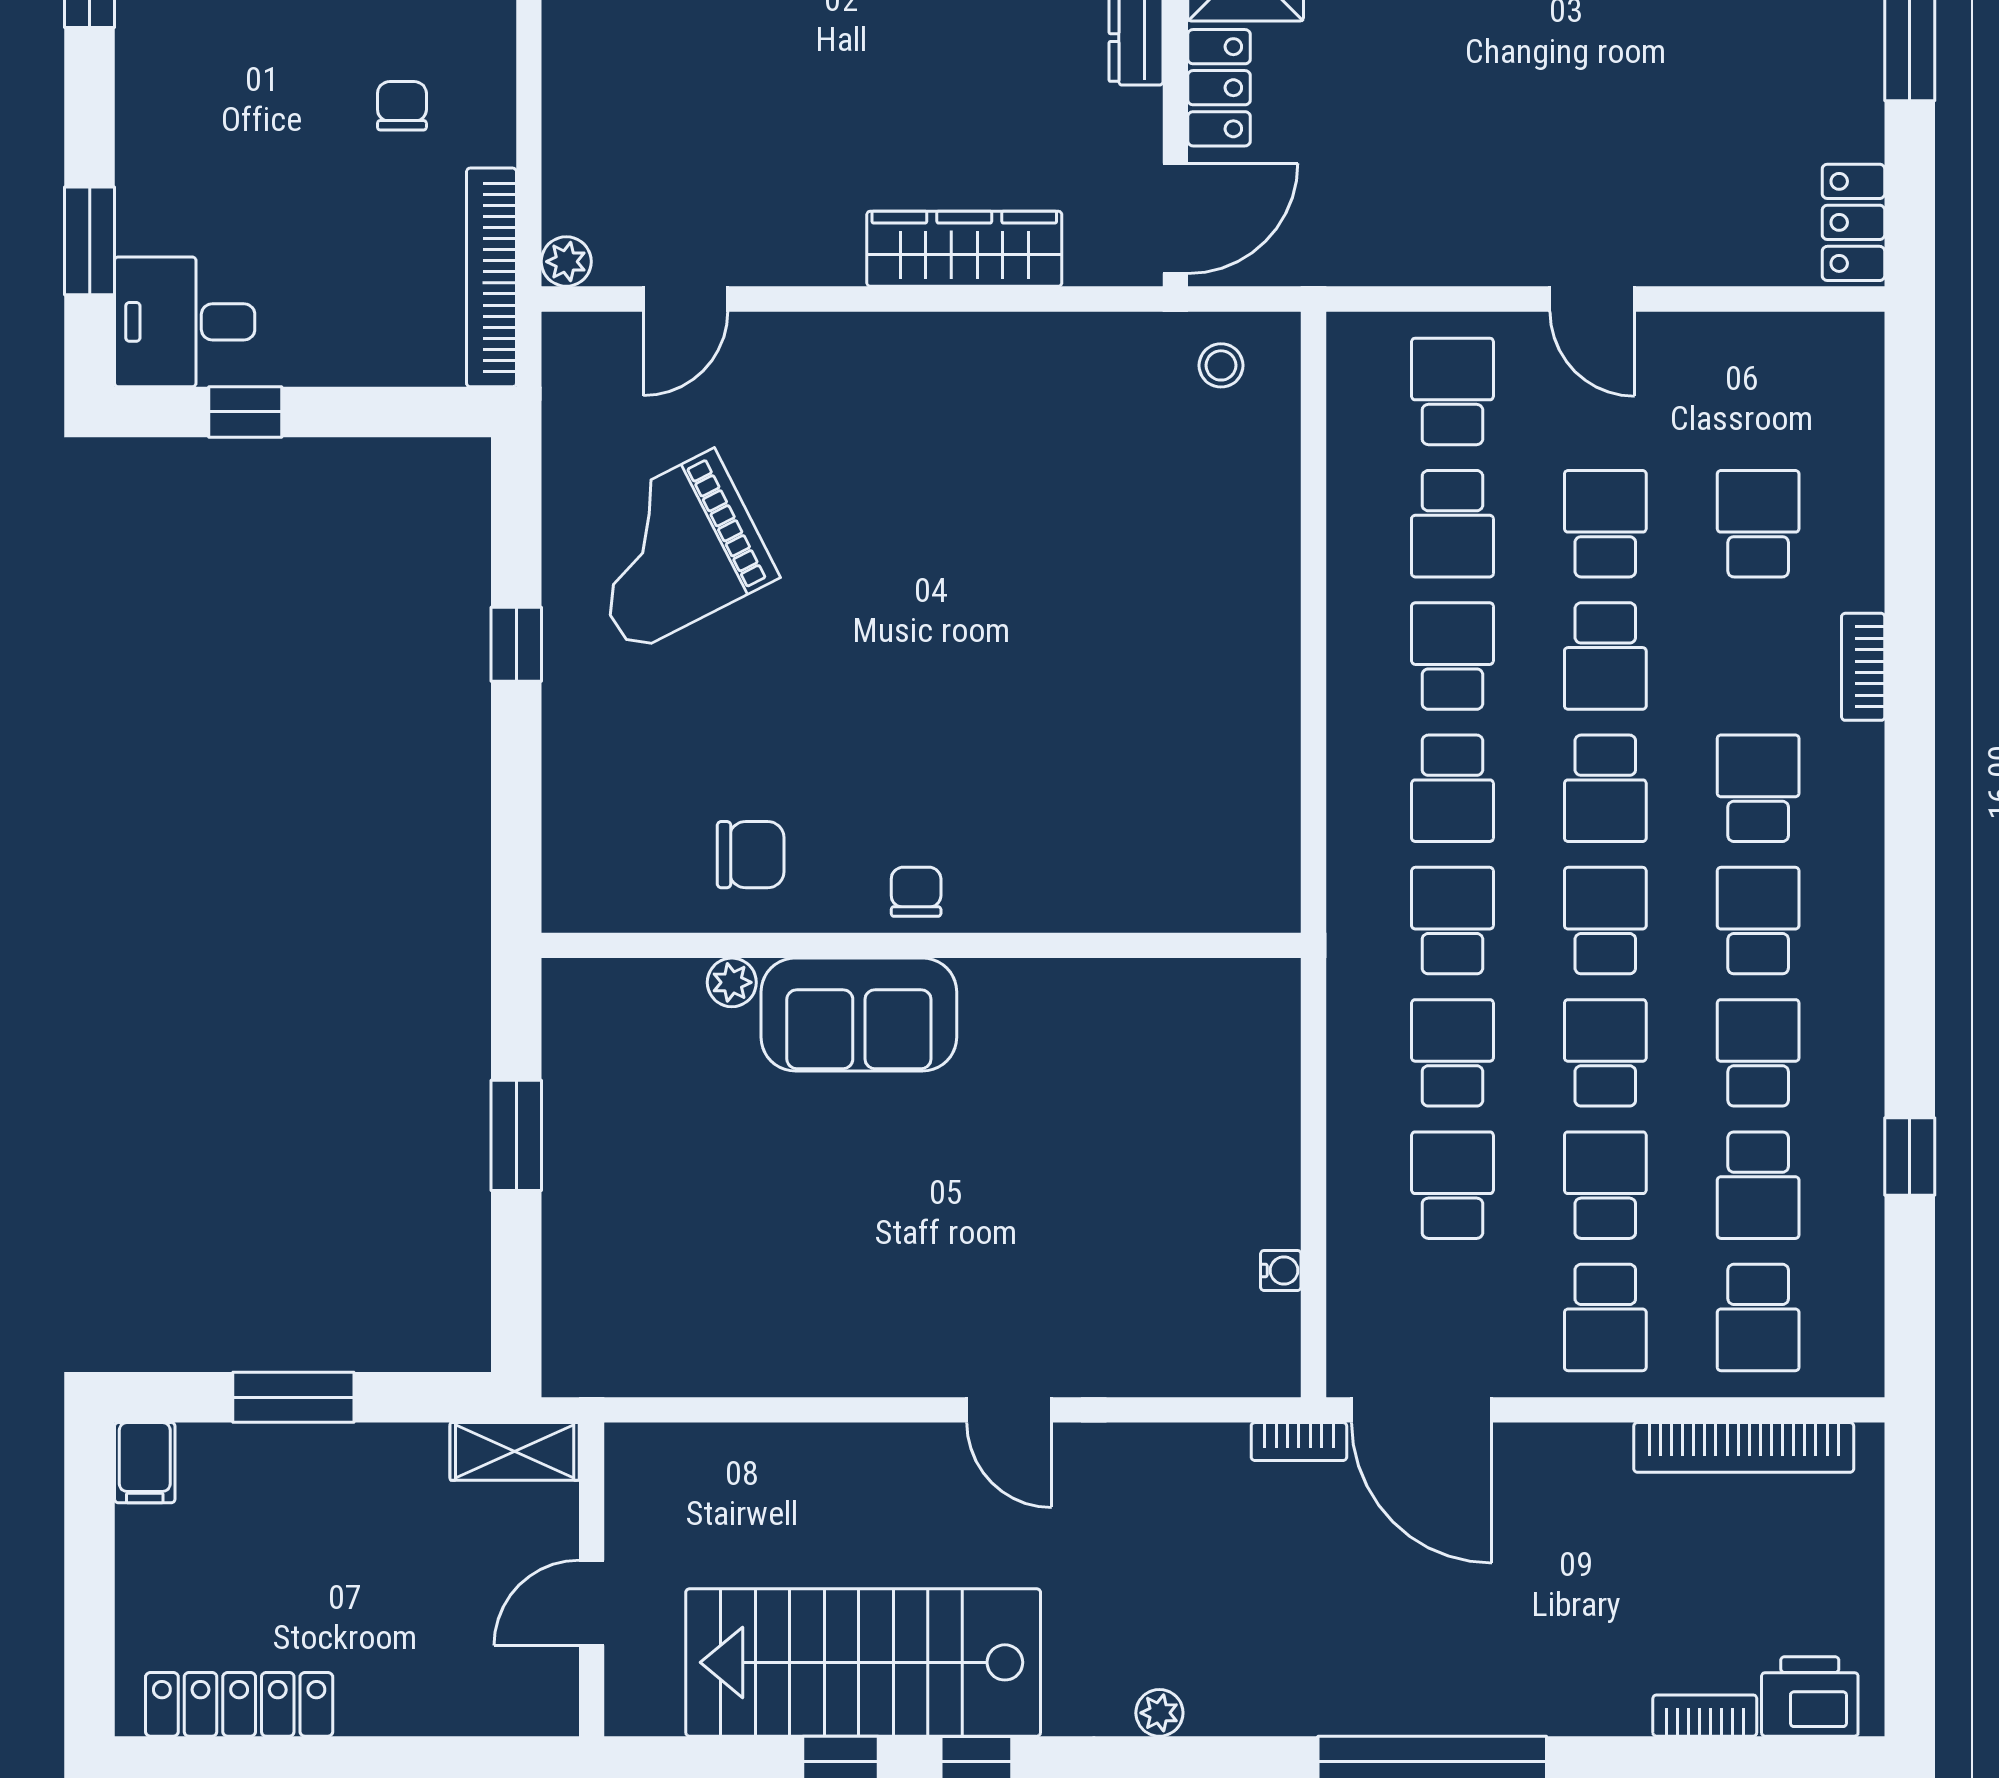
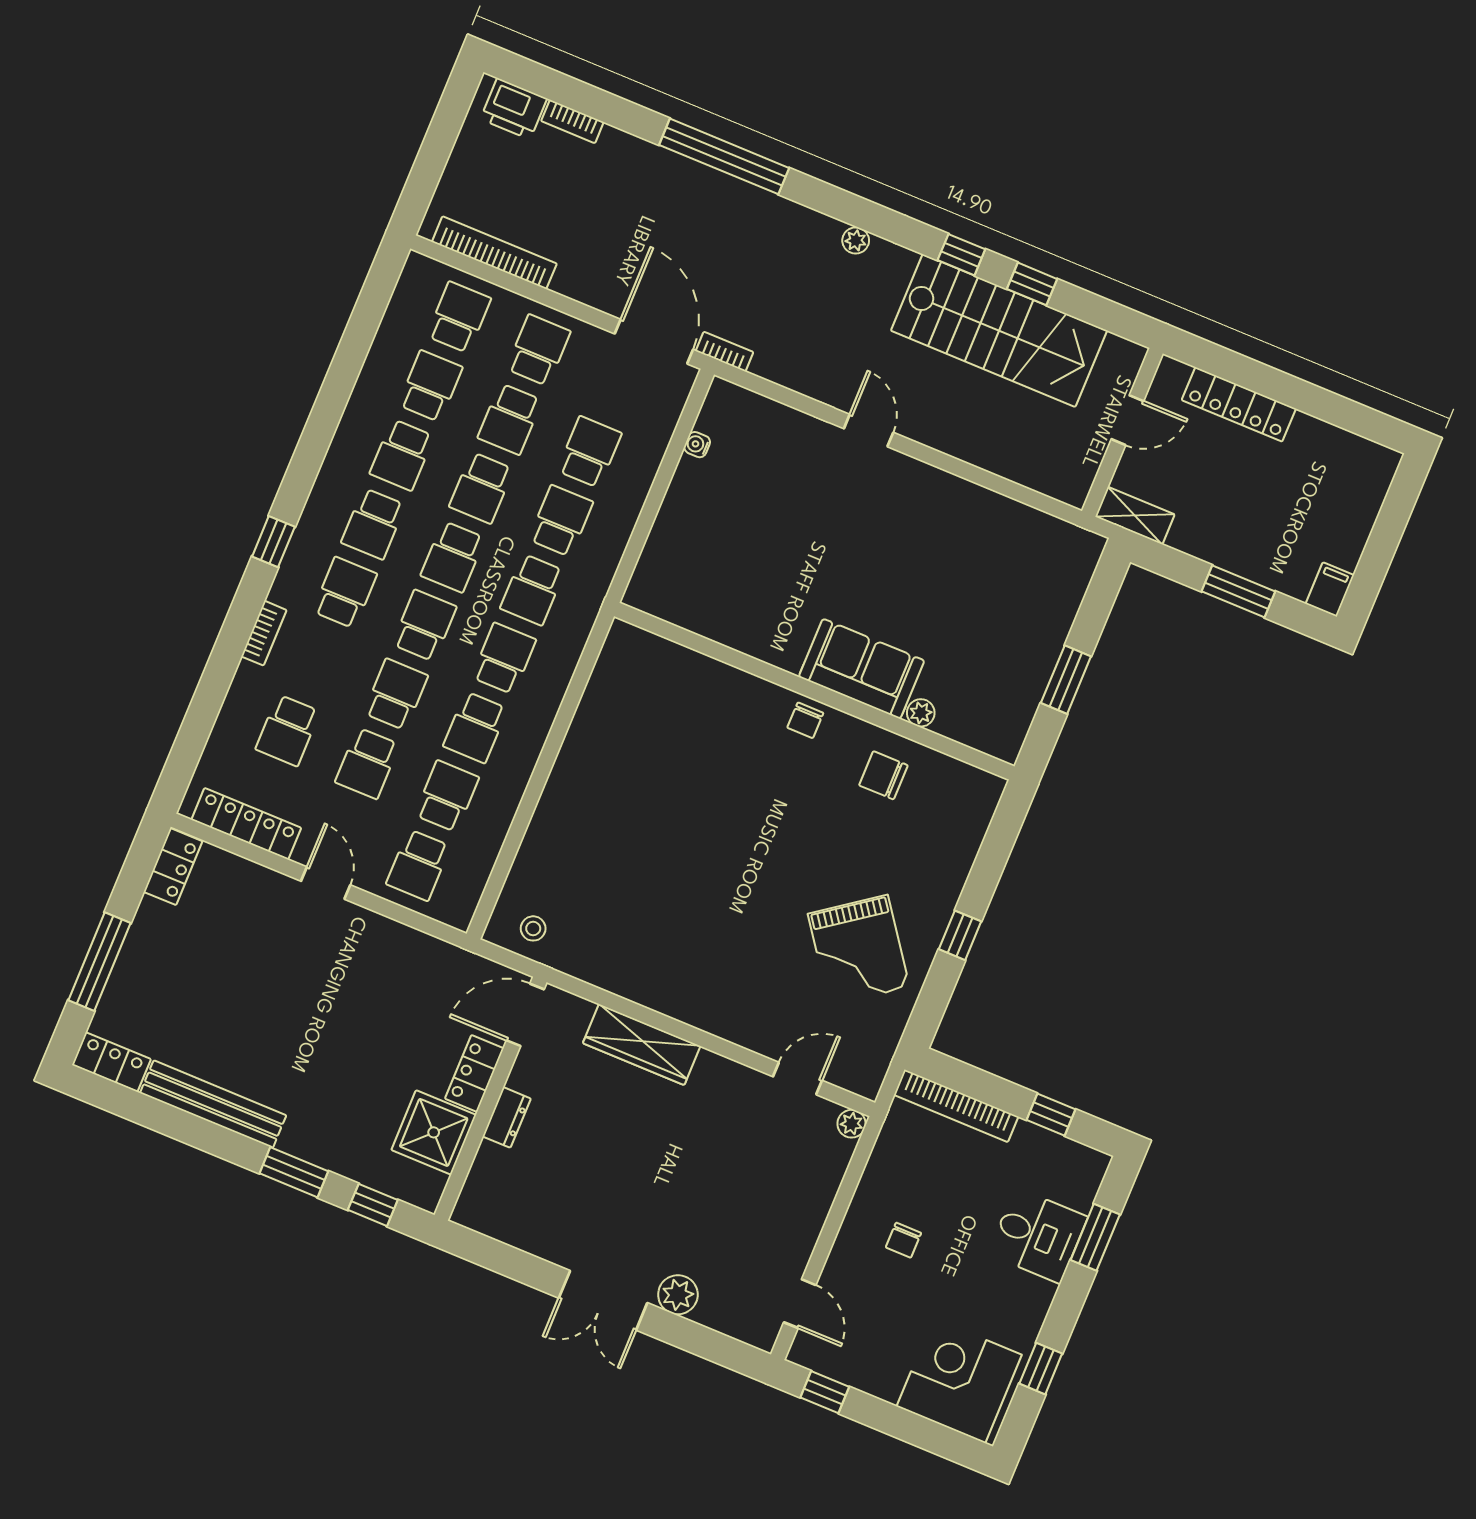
bookcase: (491, 277) -> (956, 1106), moved, turned 90
desk: (185, 322) -> (1038, 1235), moved
locker: (1763, 342) -> (246, 824), added
grand piano: (672, 551) -> (859, 950), turned 81
school desk: (1758, 788) -> (345, 593), turned 180
school desk: (1452, 1053) -> (561, 521), turned 180
window: (1910, 1157) -> (273, 542), moved
school desk: (1452, 1185) -> (589, 452), turned 180
locker: (239, 1704) -> (1239, 404), moved

